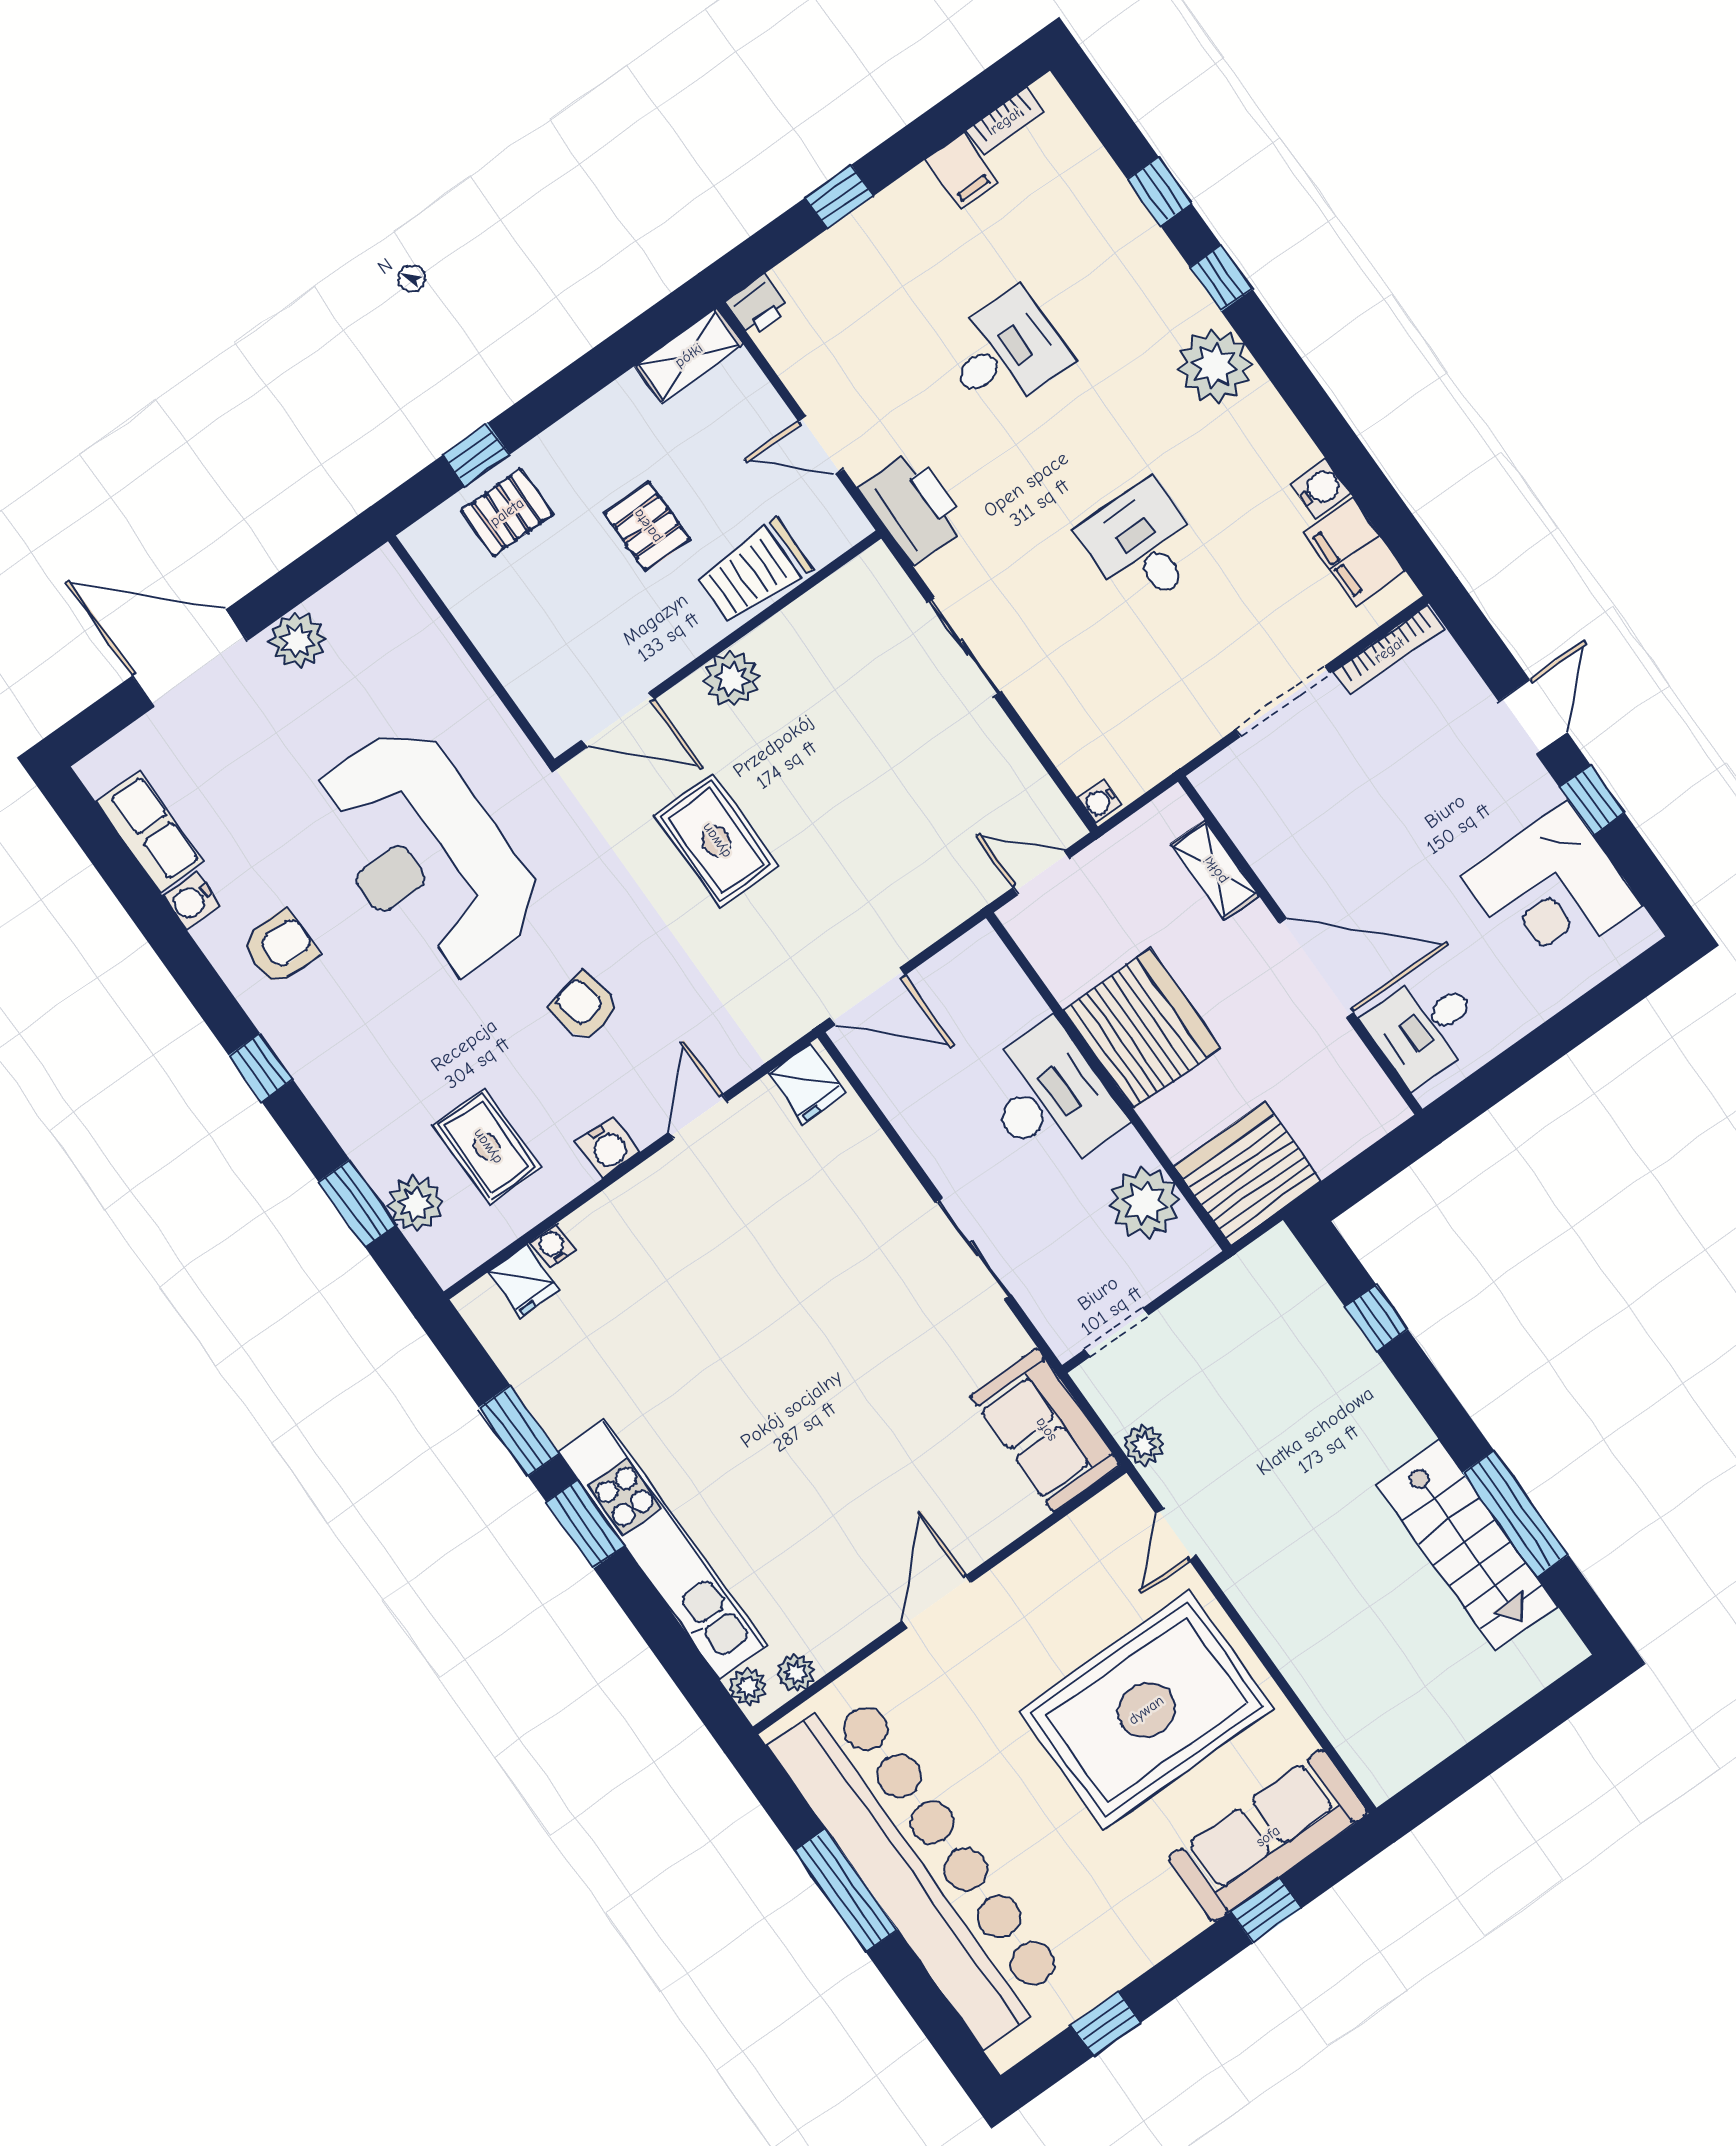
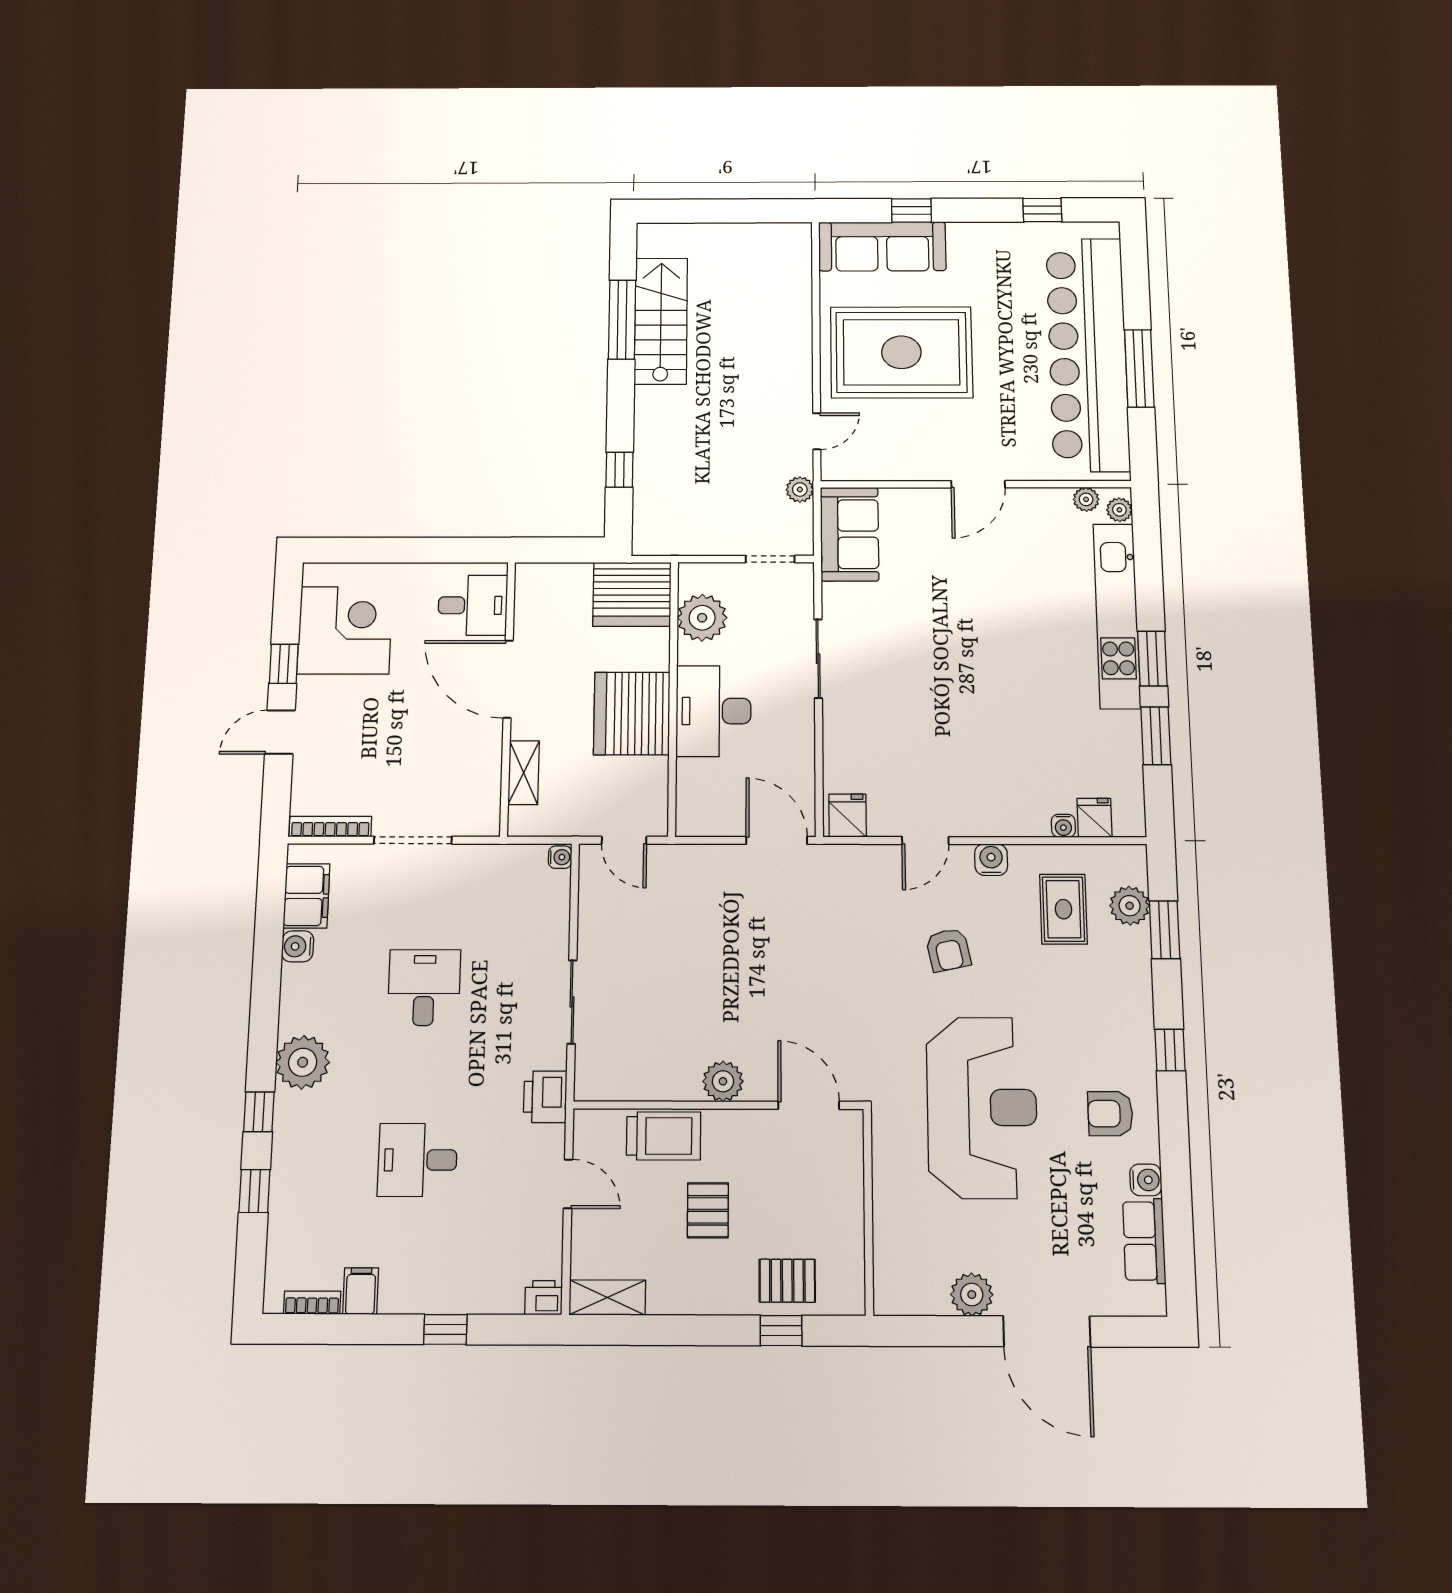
printer: (913, 507) -> (545, 1097), width x0.73, depth x0.84
desk: (1142, 545) -> (424, 987), turned 180
rug: (716, 841) -> (801, 992), removed

